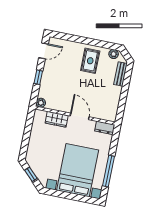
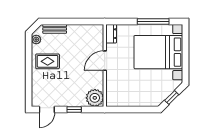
door: (44, 51) -> (47, 110), swing flipped
plant: (41, 103) -> (95, 98), width x1.87, depth x1.87
wardrobe: (57, 119) -> (112, 83), removed

